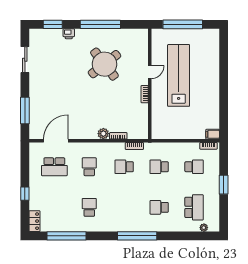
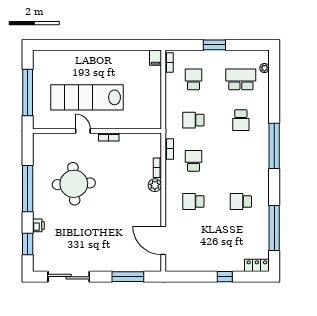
sliding door: (25, 60) -> (69, 277), width x1.37
round table: (104, 64) -> (74, 184), turned 35
school desk: (54, 167) -> (193, 242), removed
school desk: (124, 167) -> (193, 161), turned 180
school desk: (159, 167) -> (193, 120), turned 90

